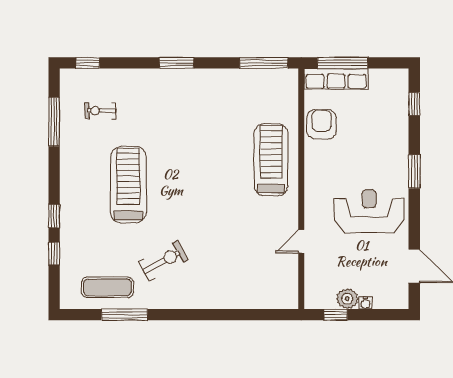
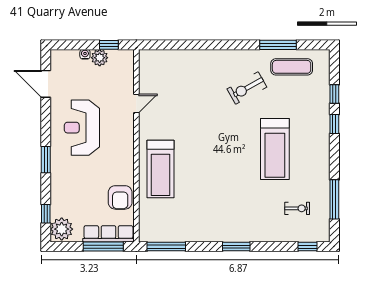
plant: (395, 85) -> (62, 229), added
reception desk: (369, 211) -> (82, 128), turned 90

